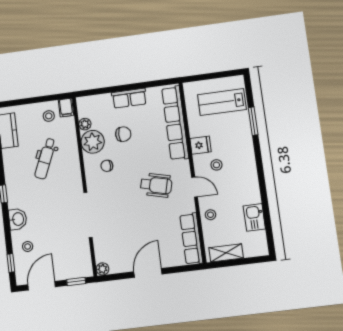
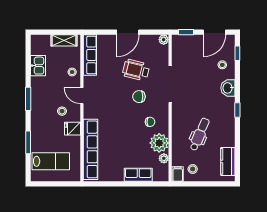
row of seats: (129, 98) -> (138, 175), moved
chair: (123, 134) -> (139, 97), moved
window: (261, 175) -> (28, 99), added
wheelchair: (156, 185) -> (136, 70), moved

